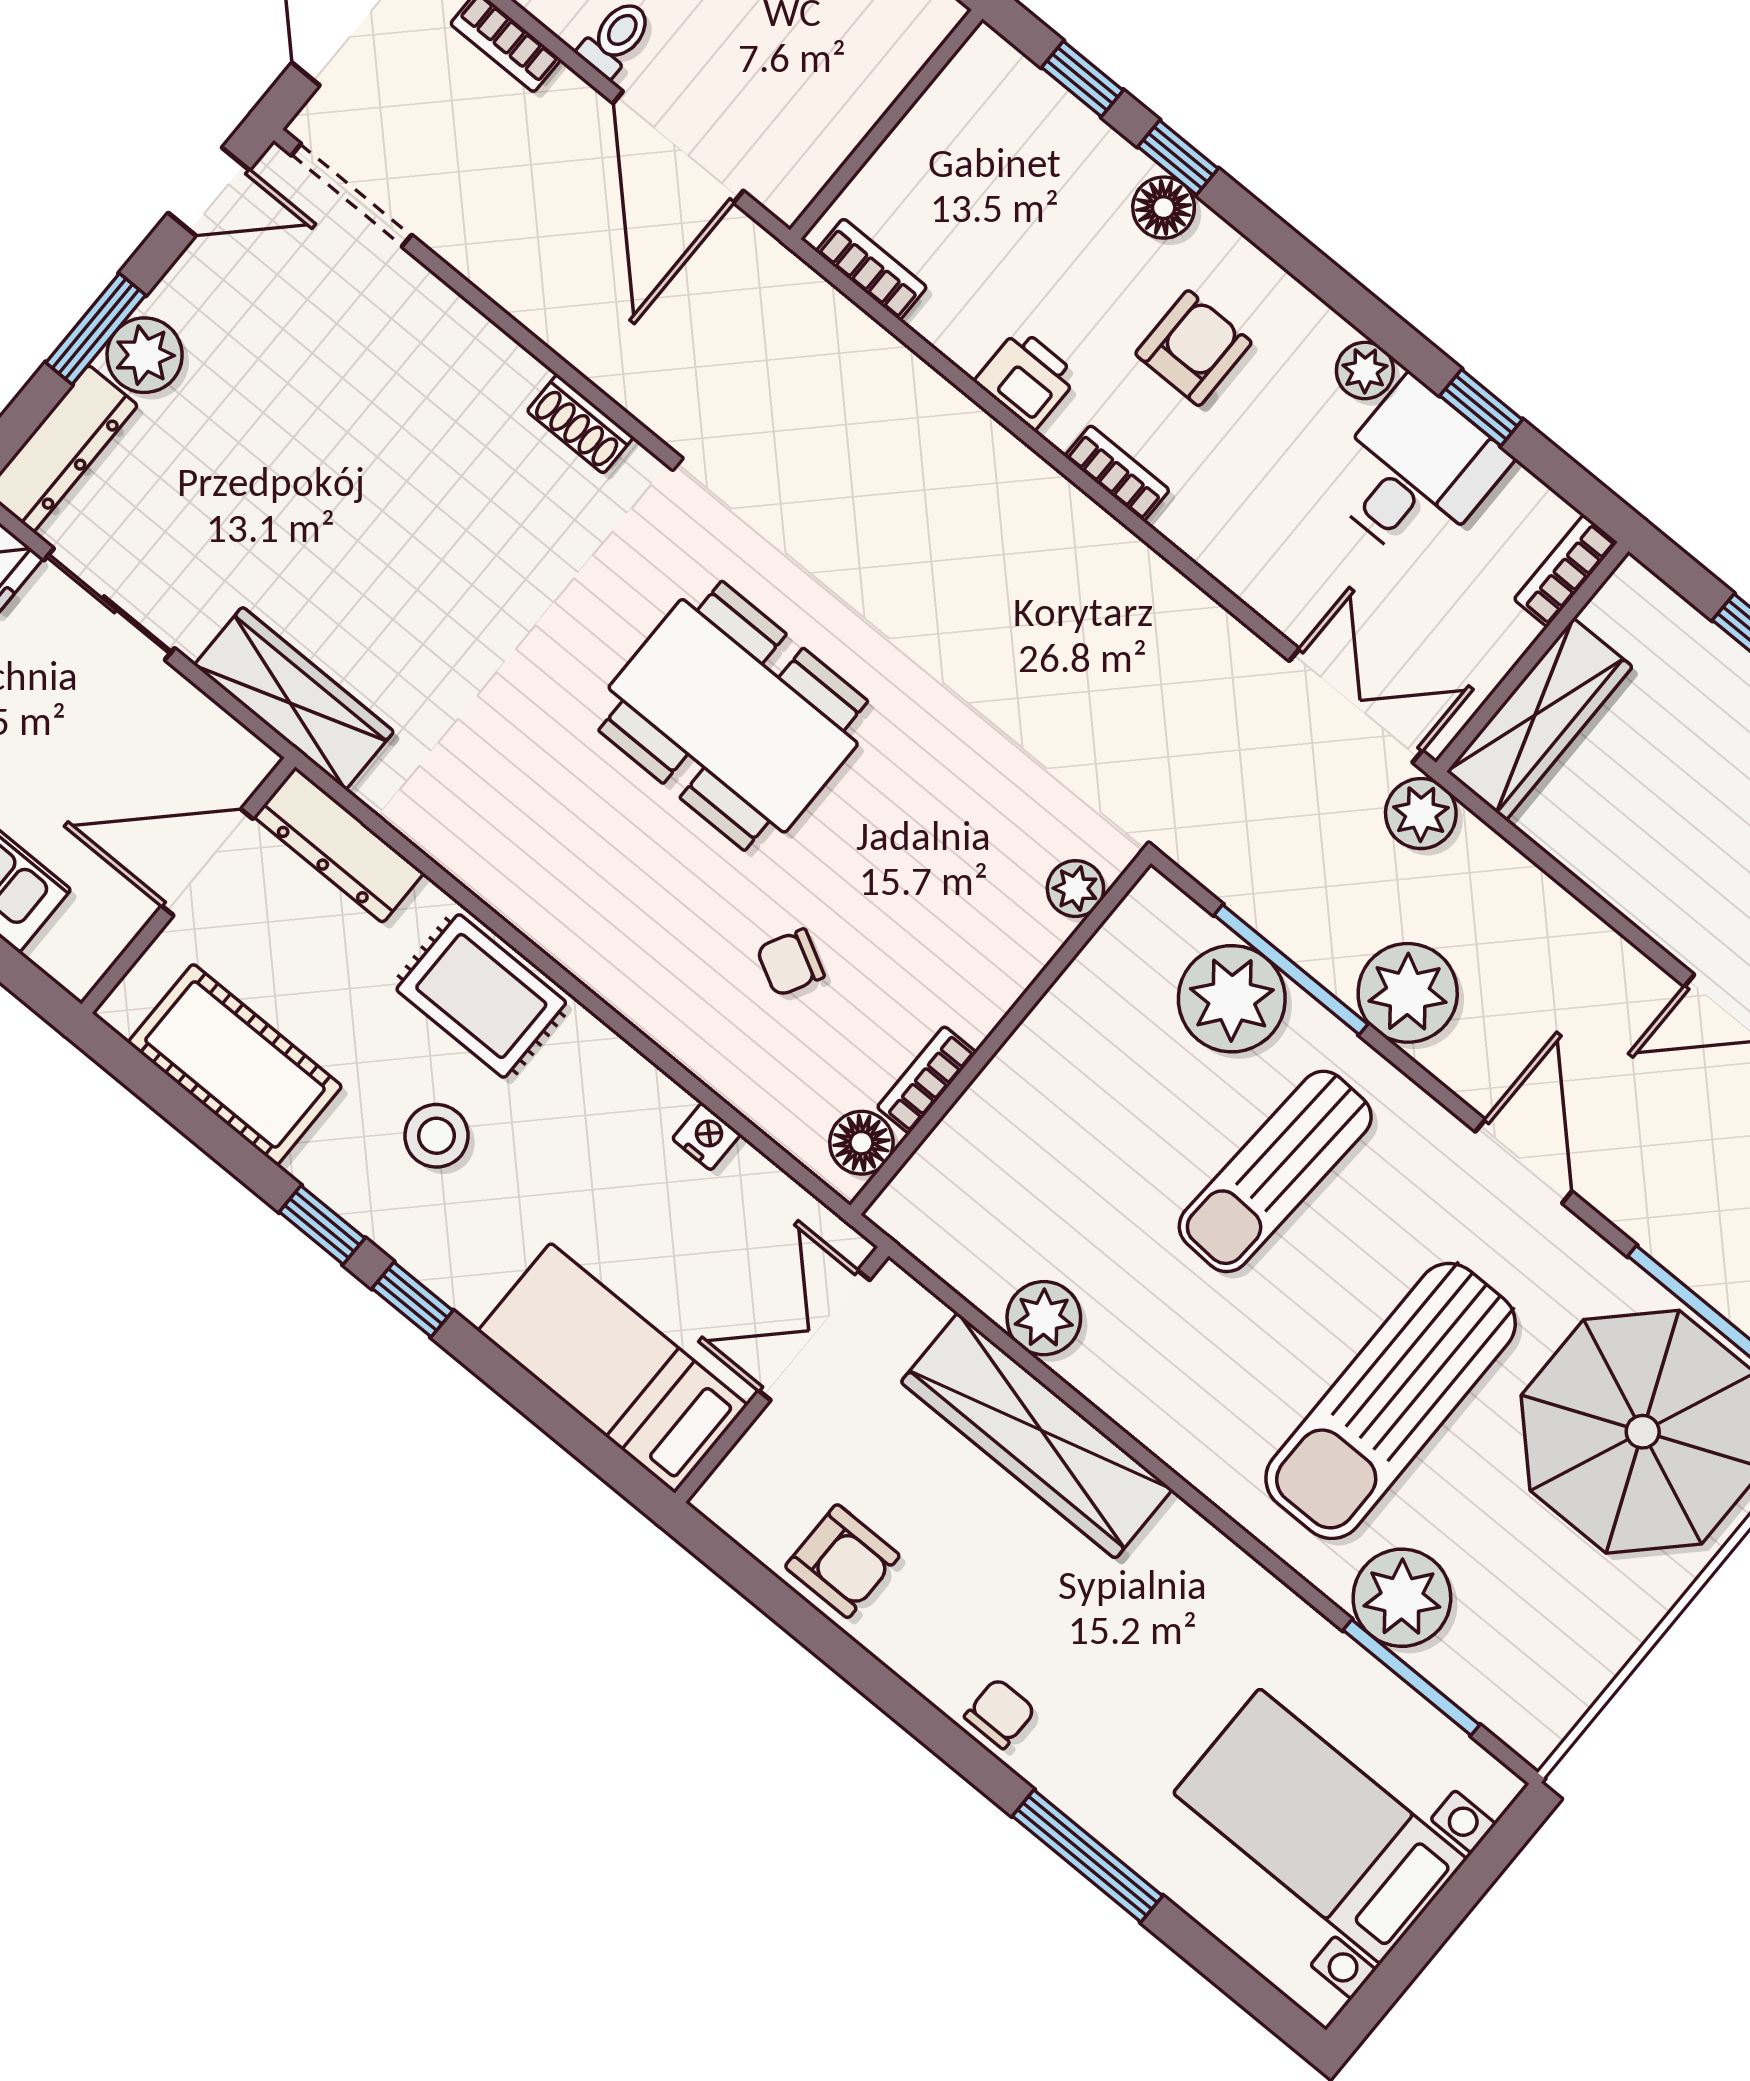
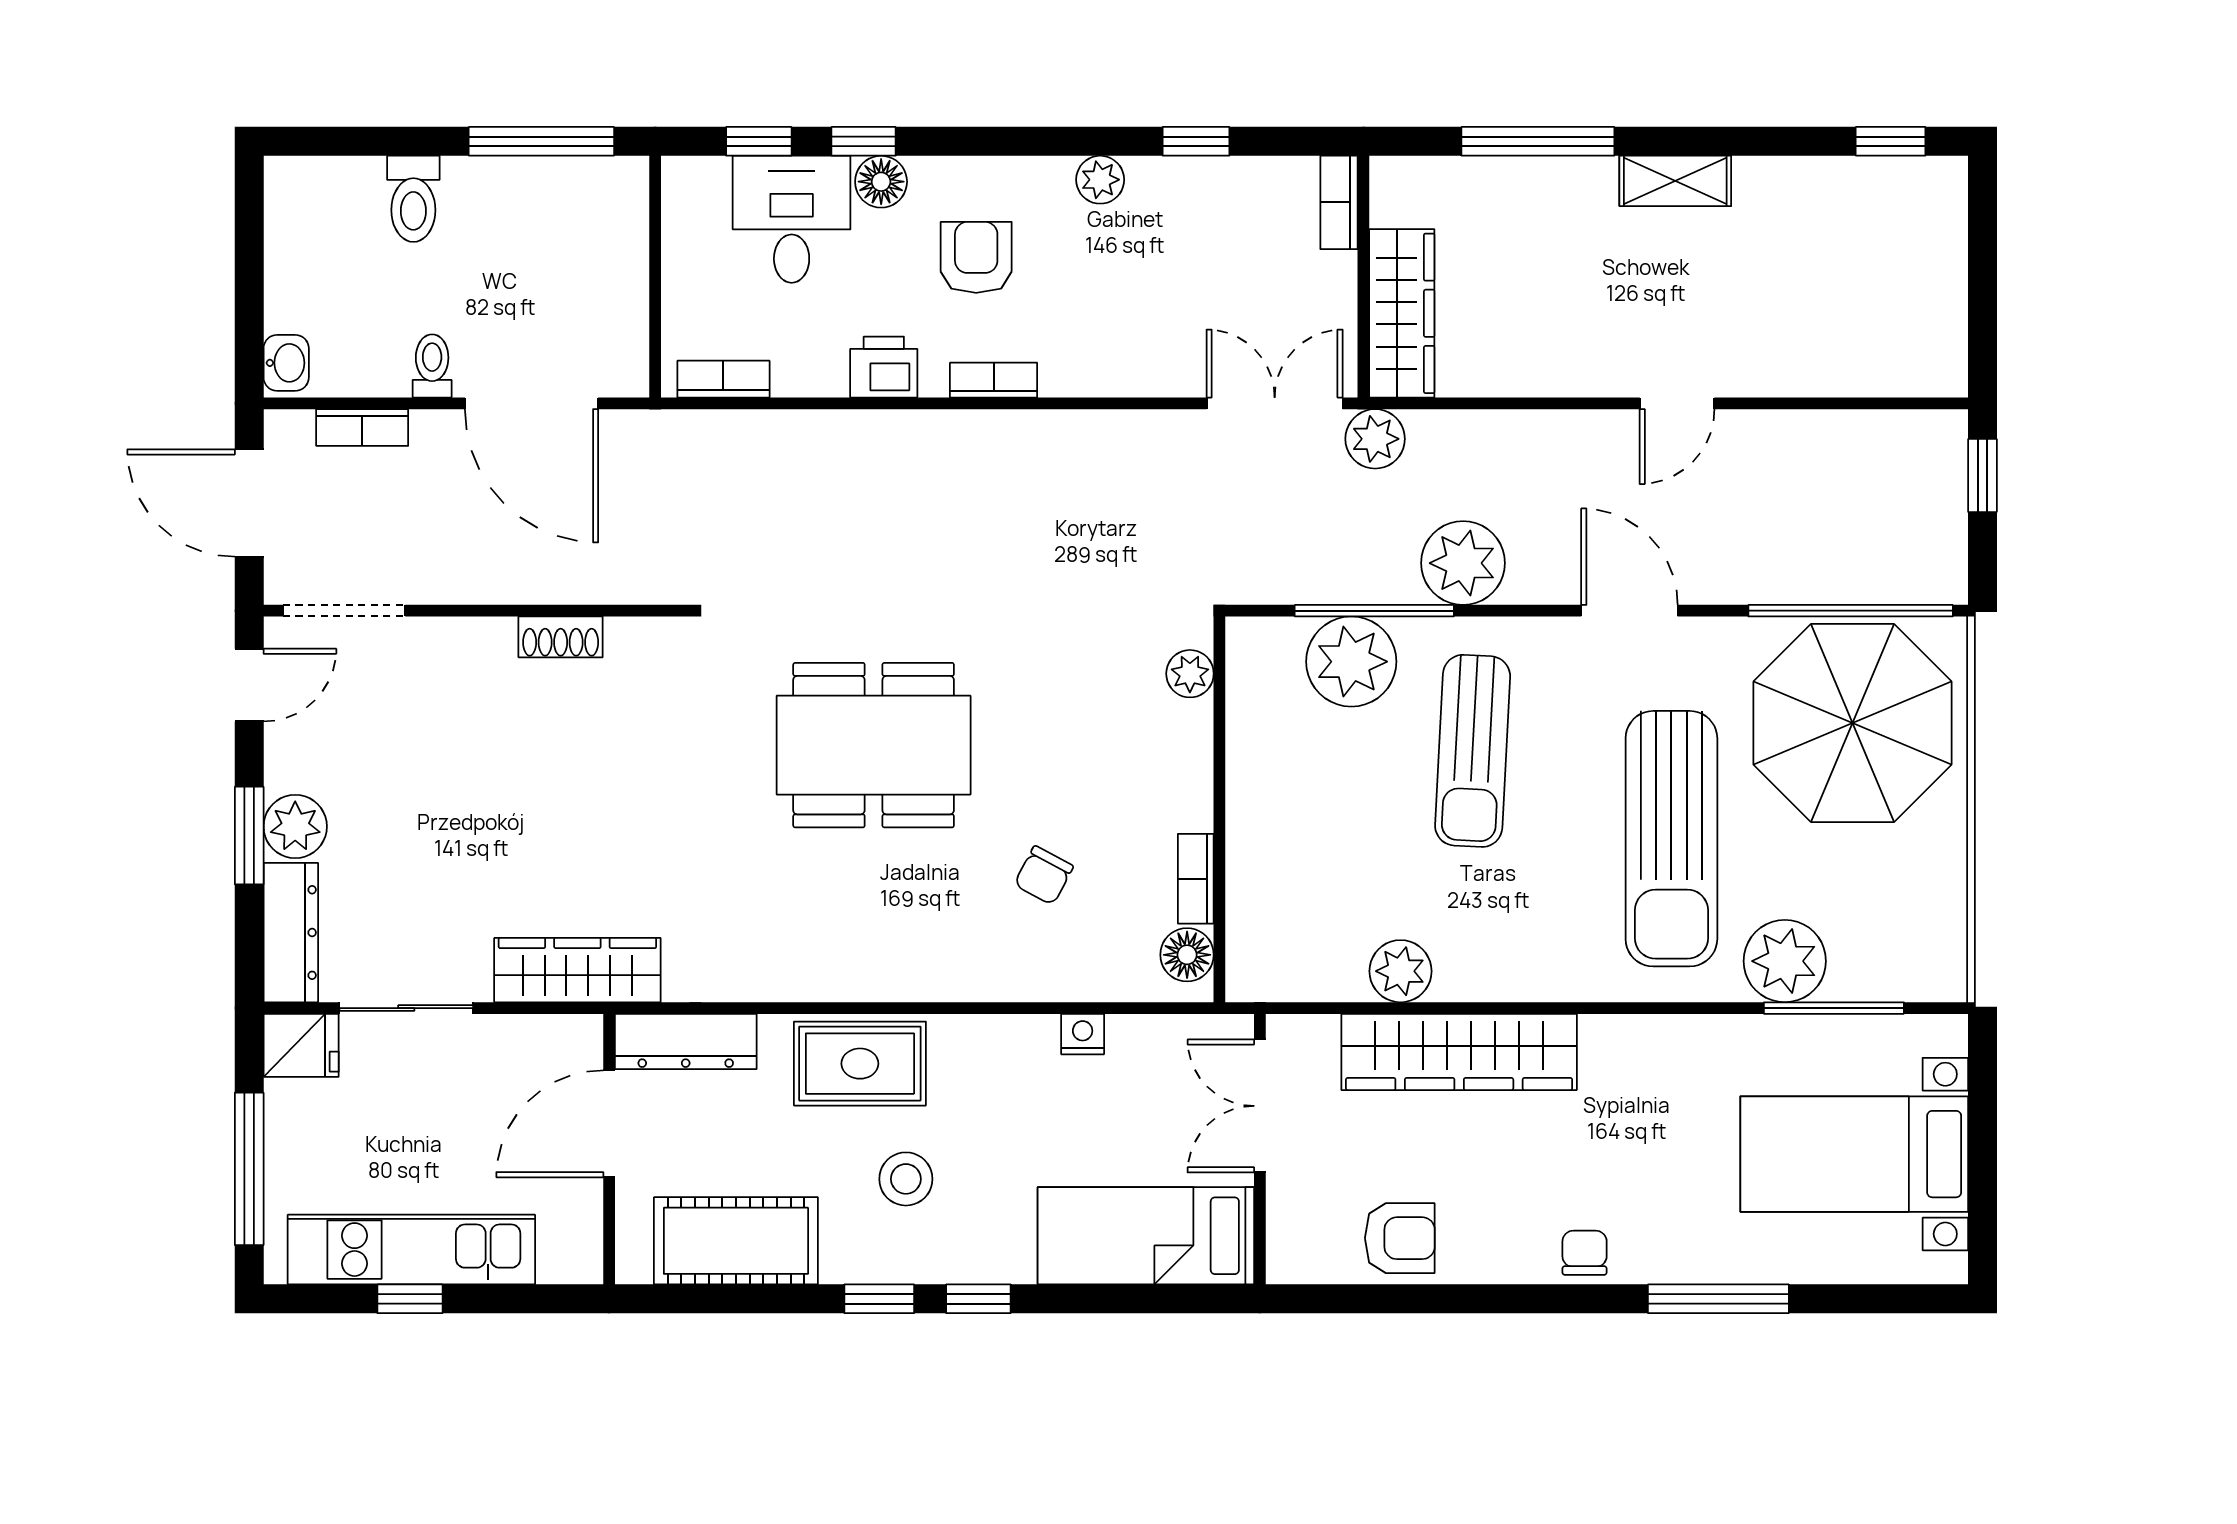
shoe rack: (580, 424) -> (561, 637), moved
desk: (1415, 472) -> (792, 219), moved

